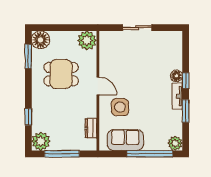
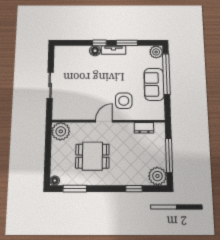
floor lamp: (41, 40) -> (55, 181), width x0.53, depth x0.53
dining table: (61, 74) -> (92, 156), turned 90
sofa: (125, 140) -> (154, 84), moved

